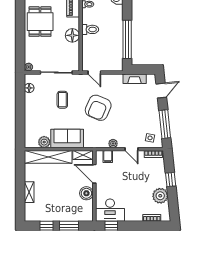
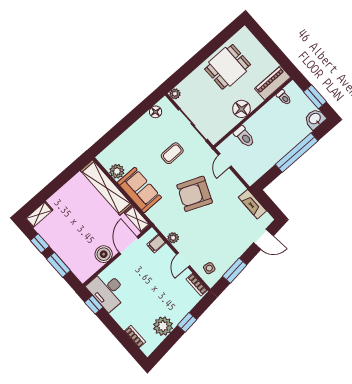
toilet: (90, 29) -> (244, 137), moved
window: (127, 39) -> (297, 153), moved
window: (165, 124) -> (235, 271), width x0.69
shelving: (29, 192) -> (39, 214), moved

